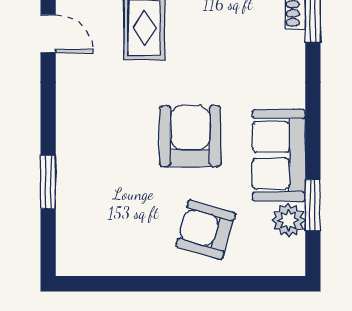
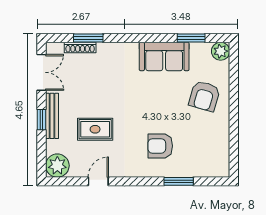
armchair: (190, 136) -> (160, 146), moved, width x0.73, depth x0.73
plant: (289, 220) -> (221, 51), moved

